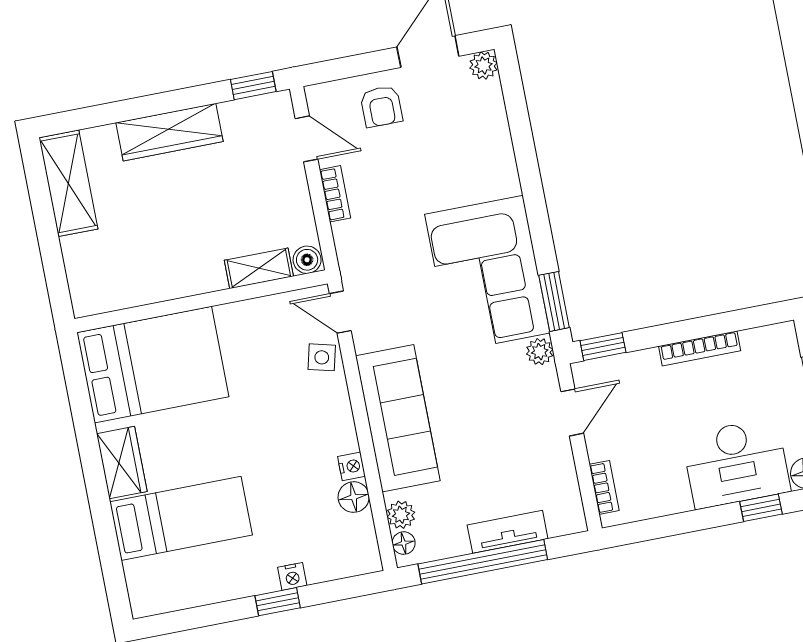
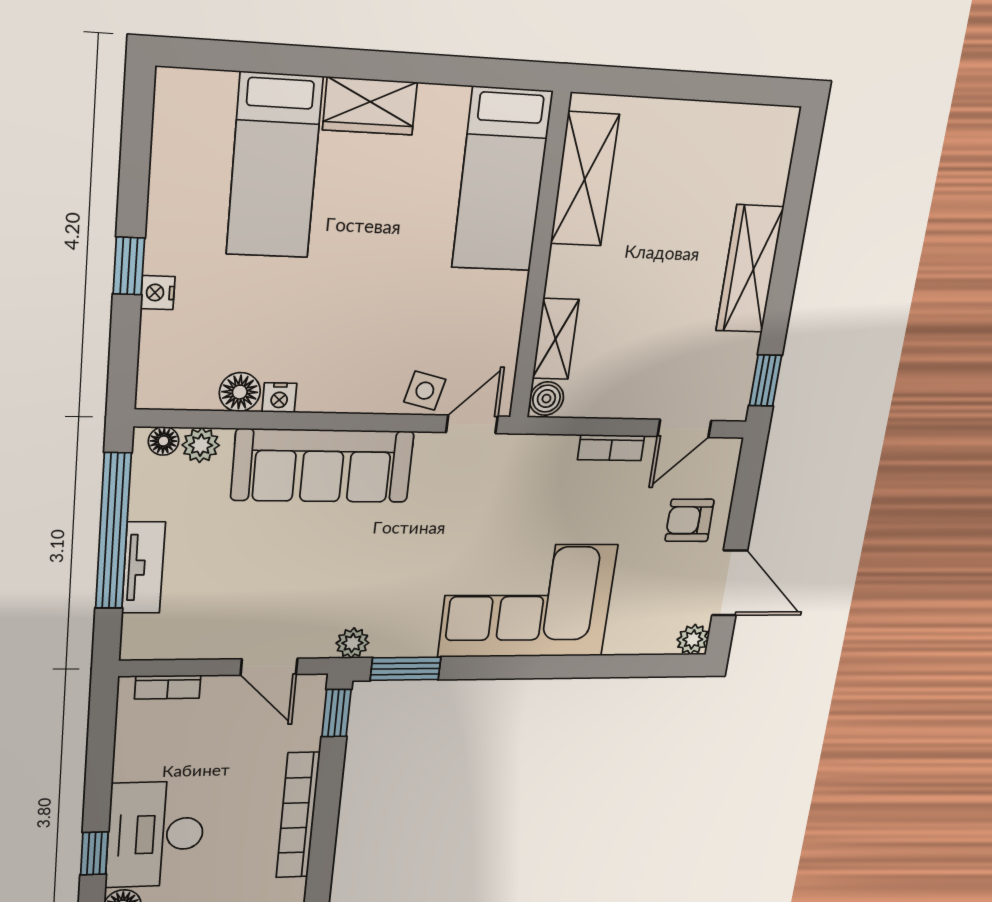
shelving: (68, 183) -> (585, 179), moved, turned 90
corner sofa: (487, 274) -> (528, 601), moved
bookcase: (700, 348) -> (298, 815), width x1.48, depth x1.31
bed: (153, 365) -> (502, 180), width x0.67

